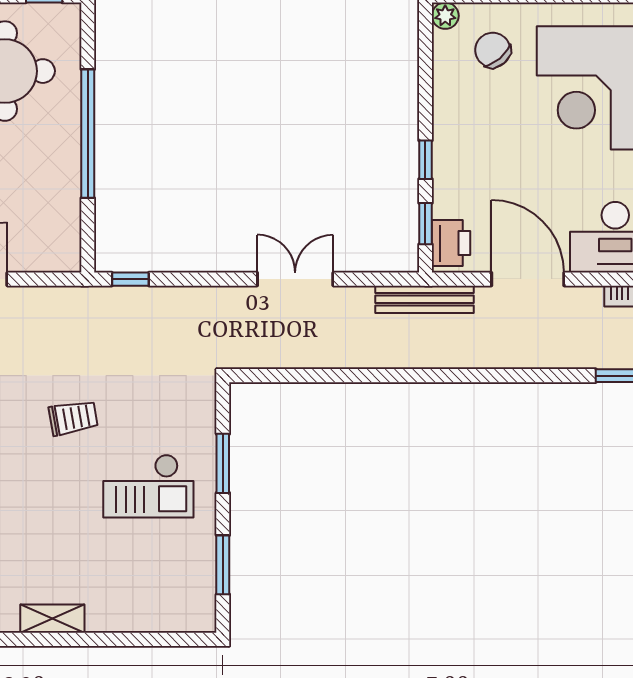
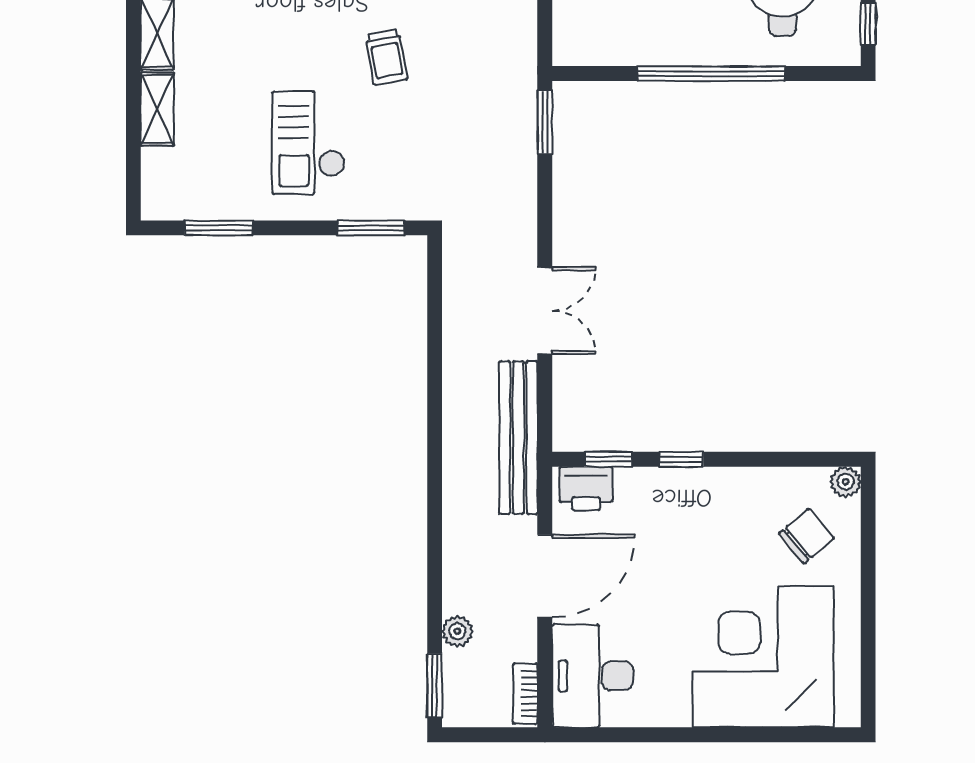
window: (130, 279) -> (545, 122), width x1.50
bench: (425, 299) -> (518, 438), width x1.37, depth x1.21
plant: (576, 356) -> (457, 631), added
window: (223, 463) -> (371, 228), moved
shelving: (119, 619) -> (157, 109), added

